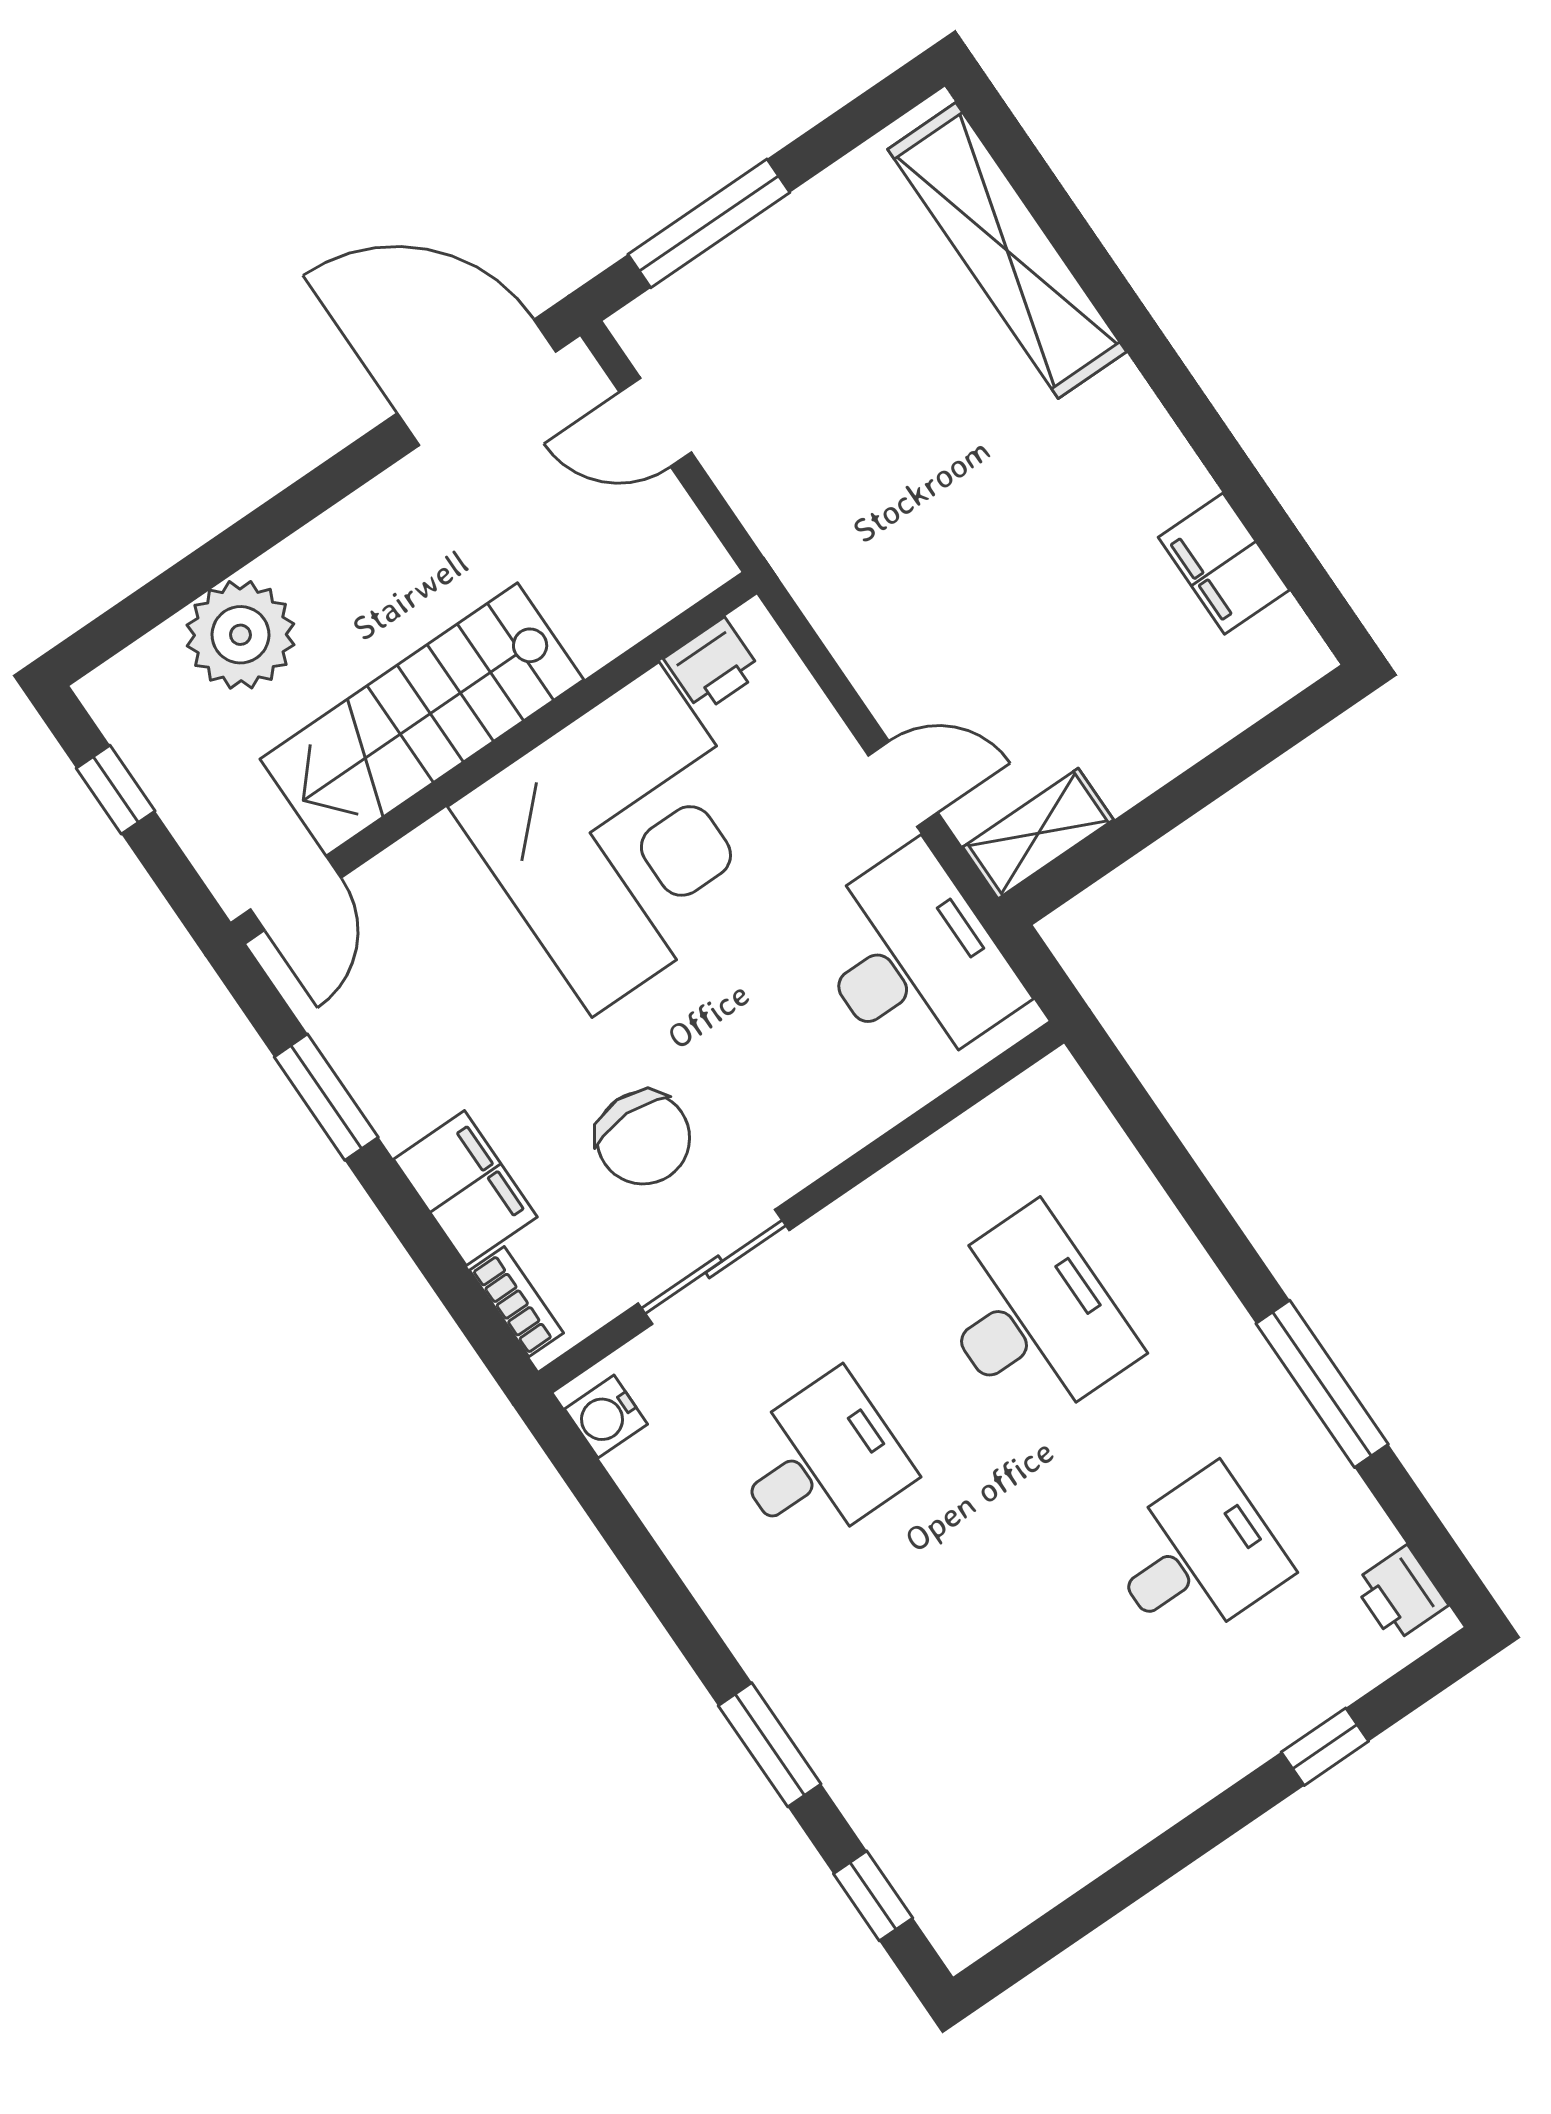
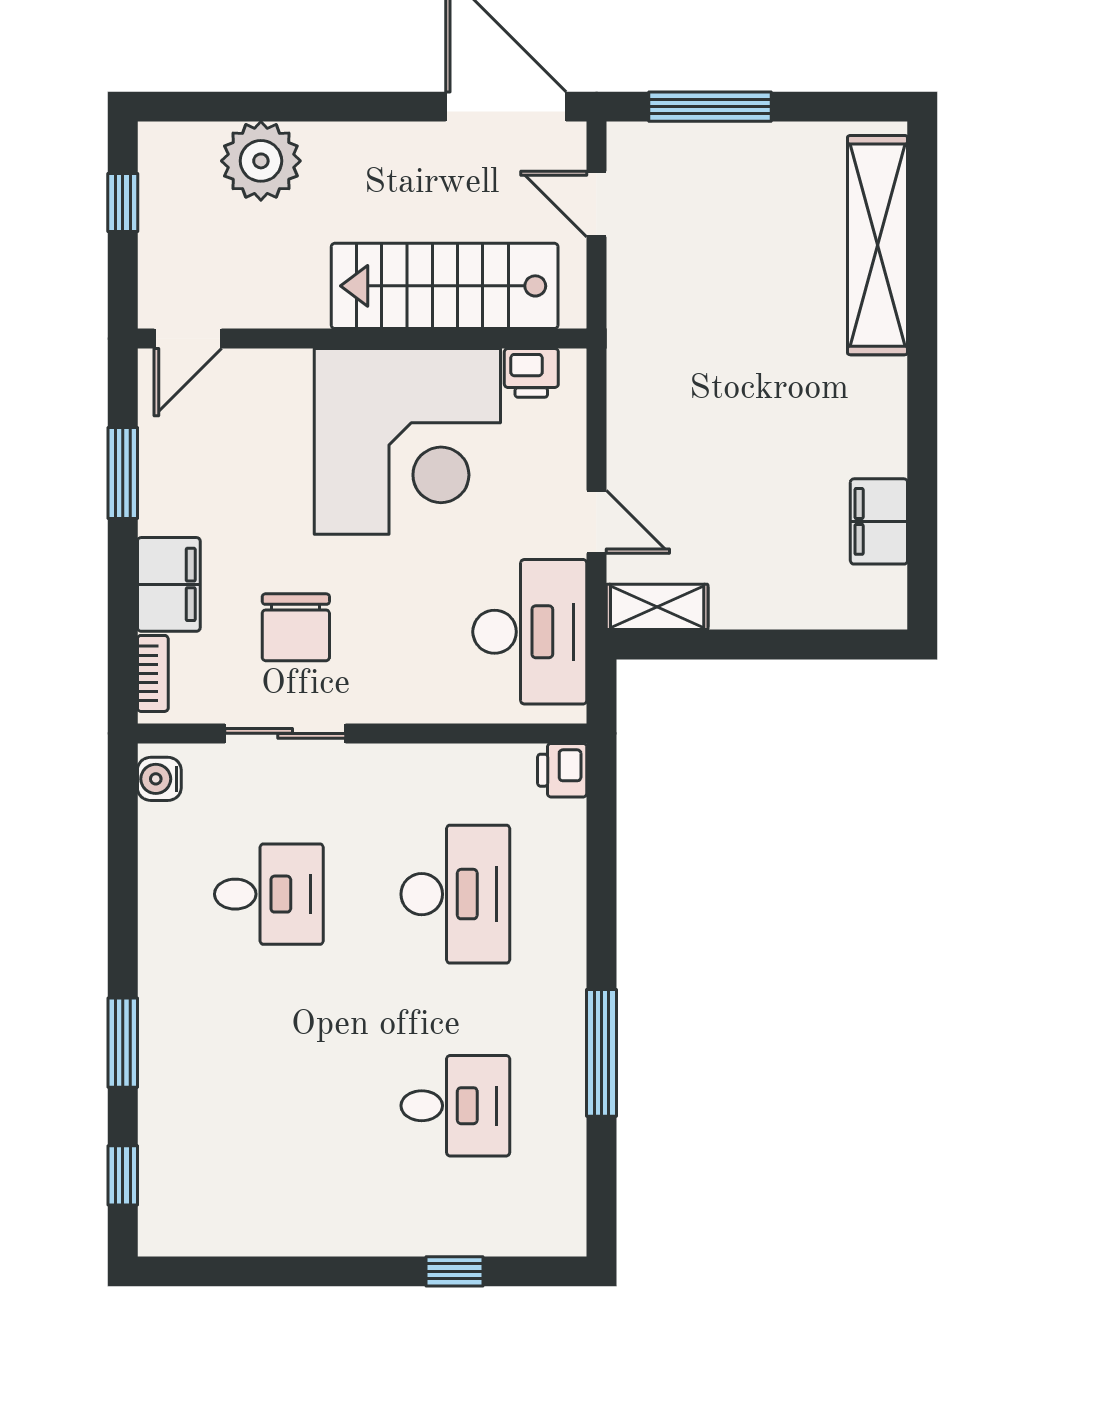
stairs: (422, 719) -> (445, 286), moved
printer: (1400, 1594) -> (562, 770), moved

